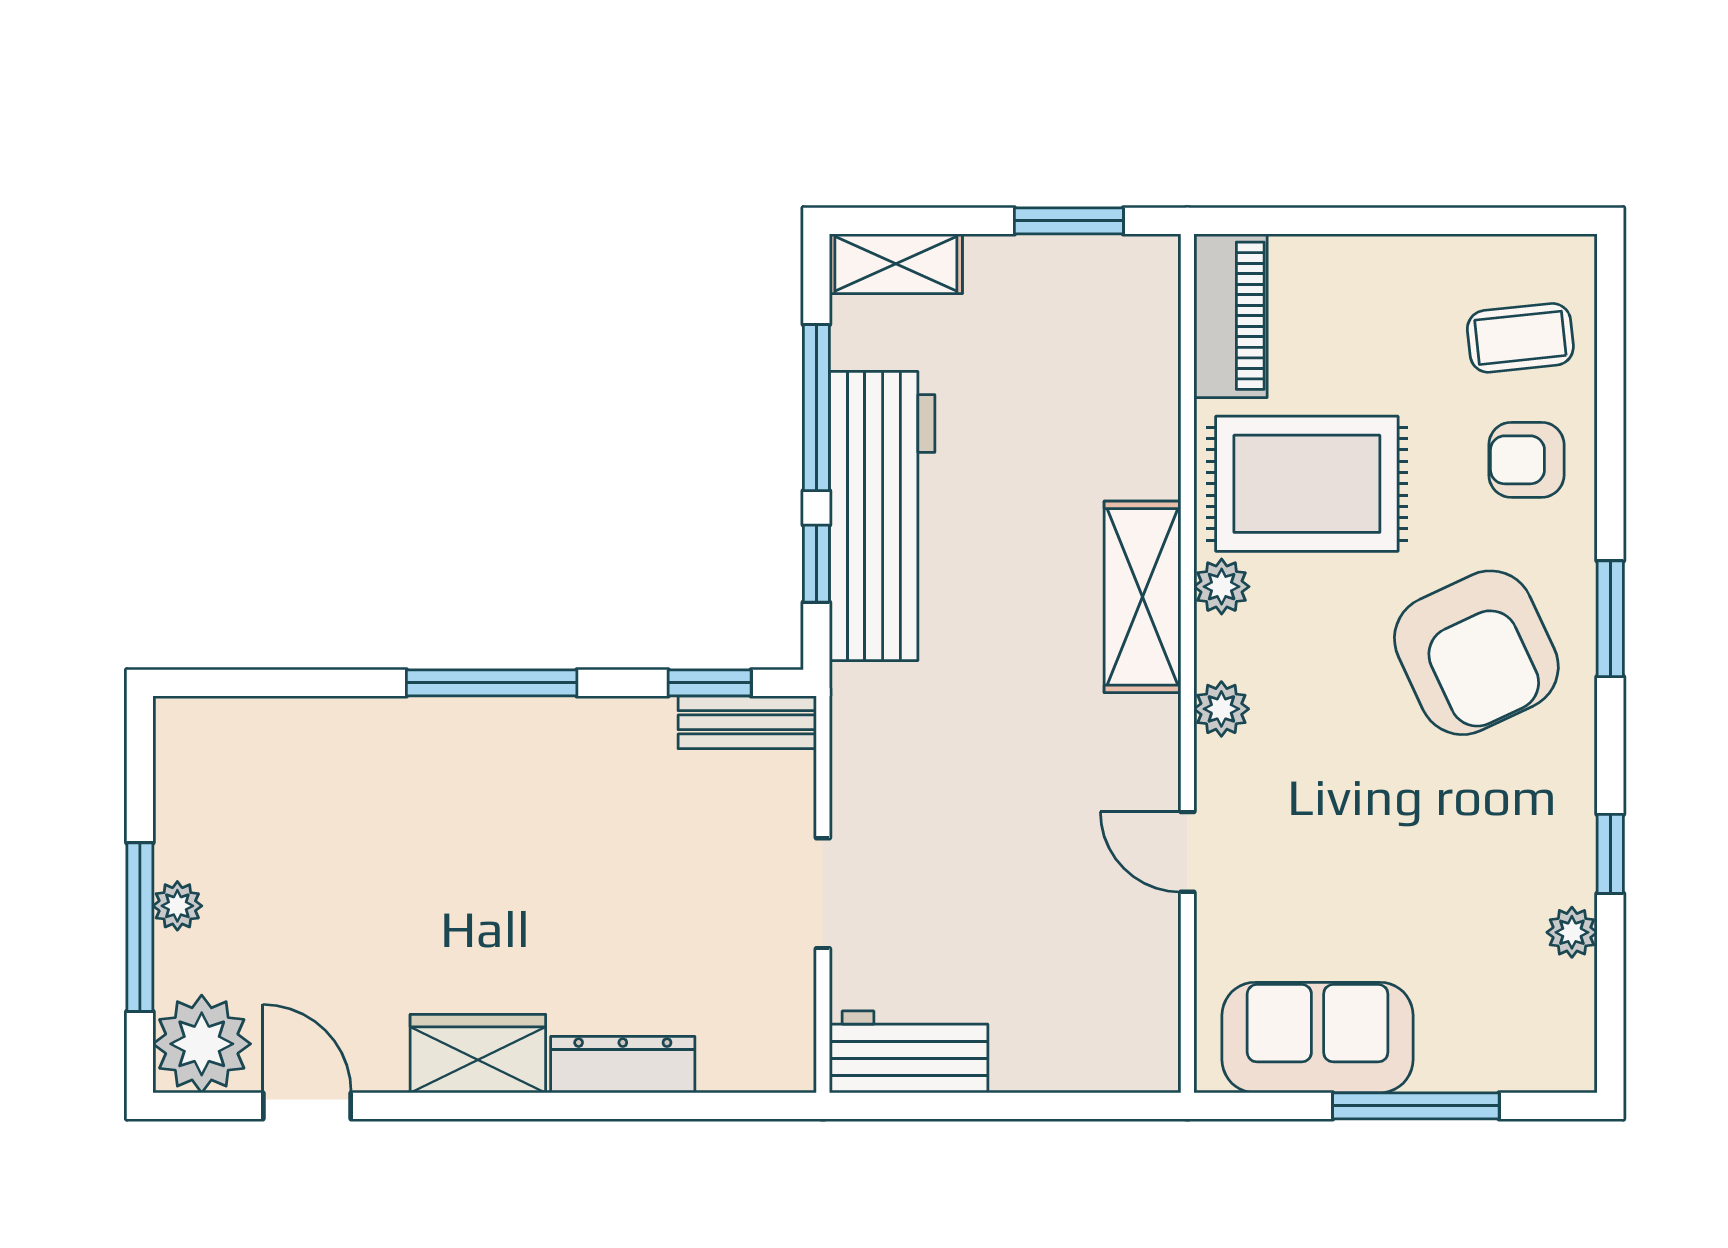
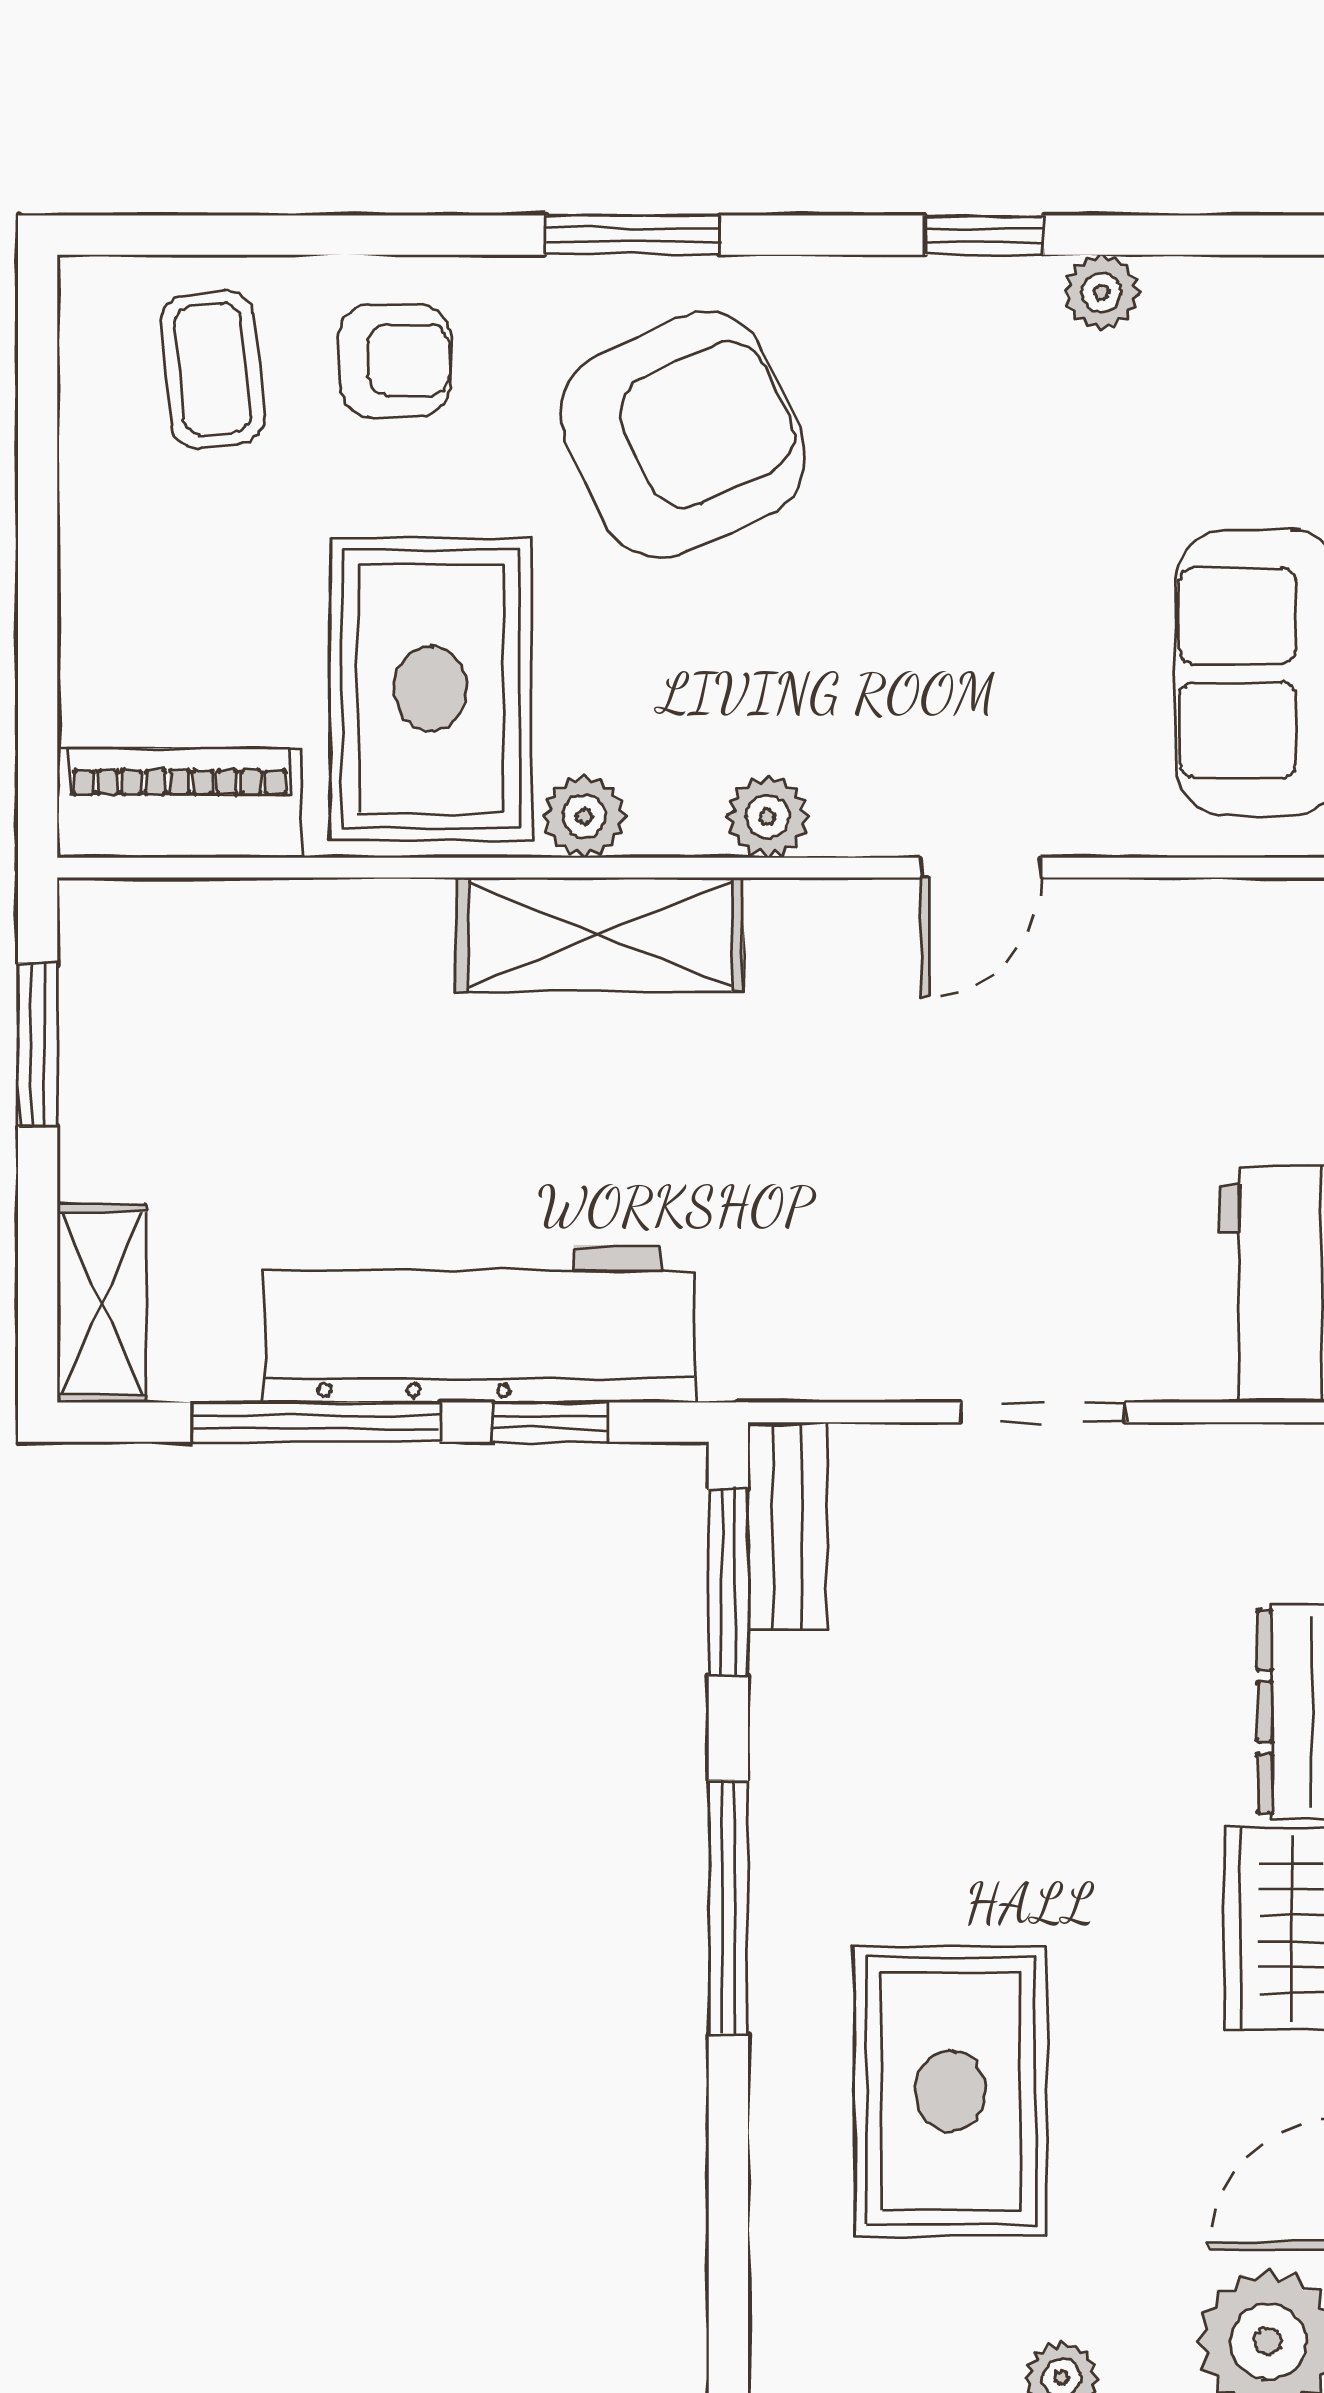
armchair: (1526, 460) -> (395, 360), turned -90
window: (710, 683) -> (728, 1582), width x1.50
rug: (369, 832) -> (951, 2091), added

